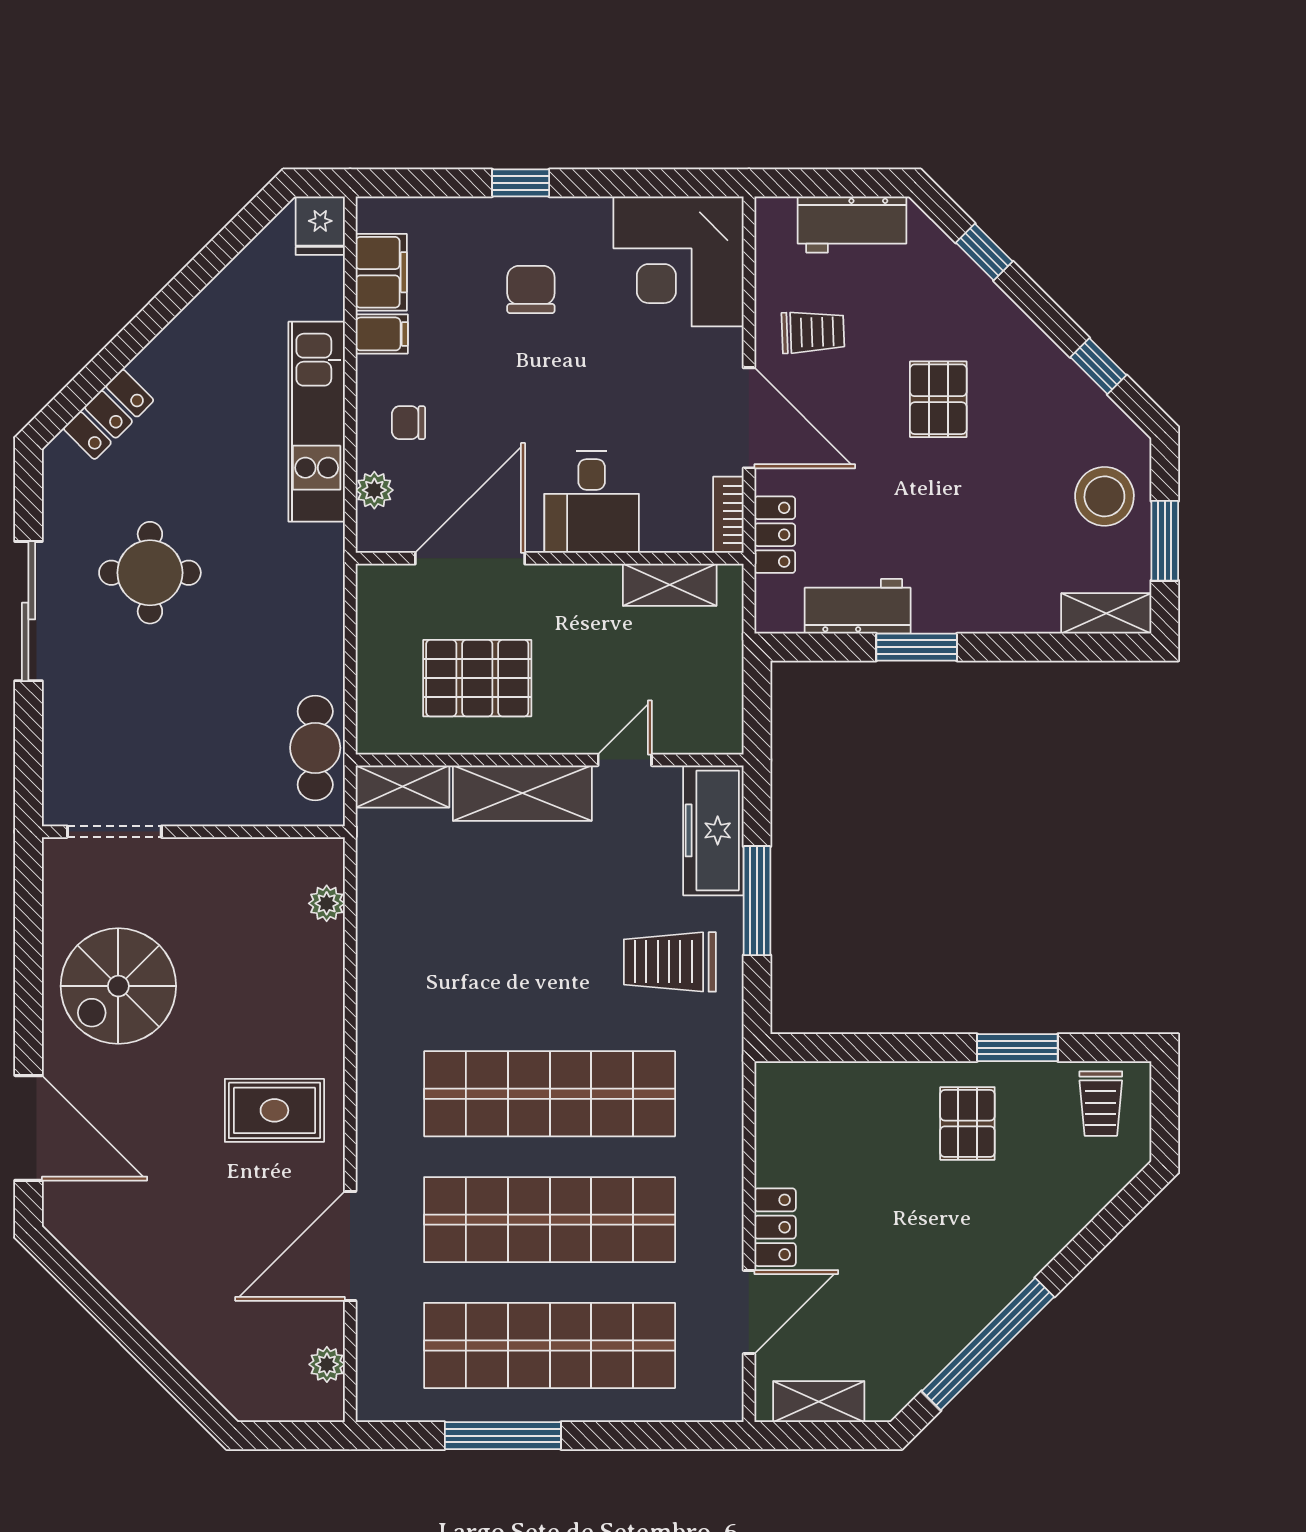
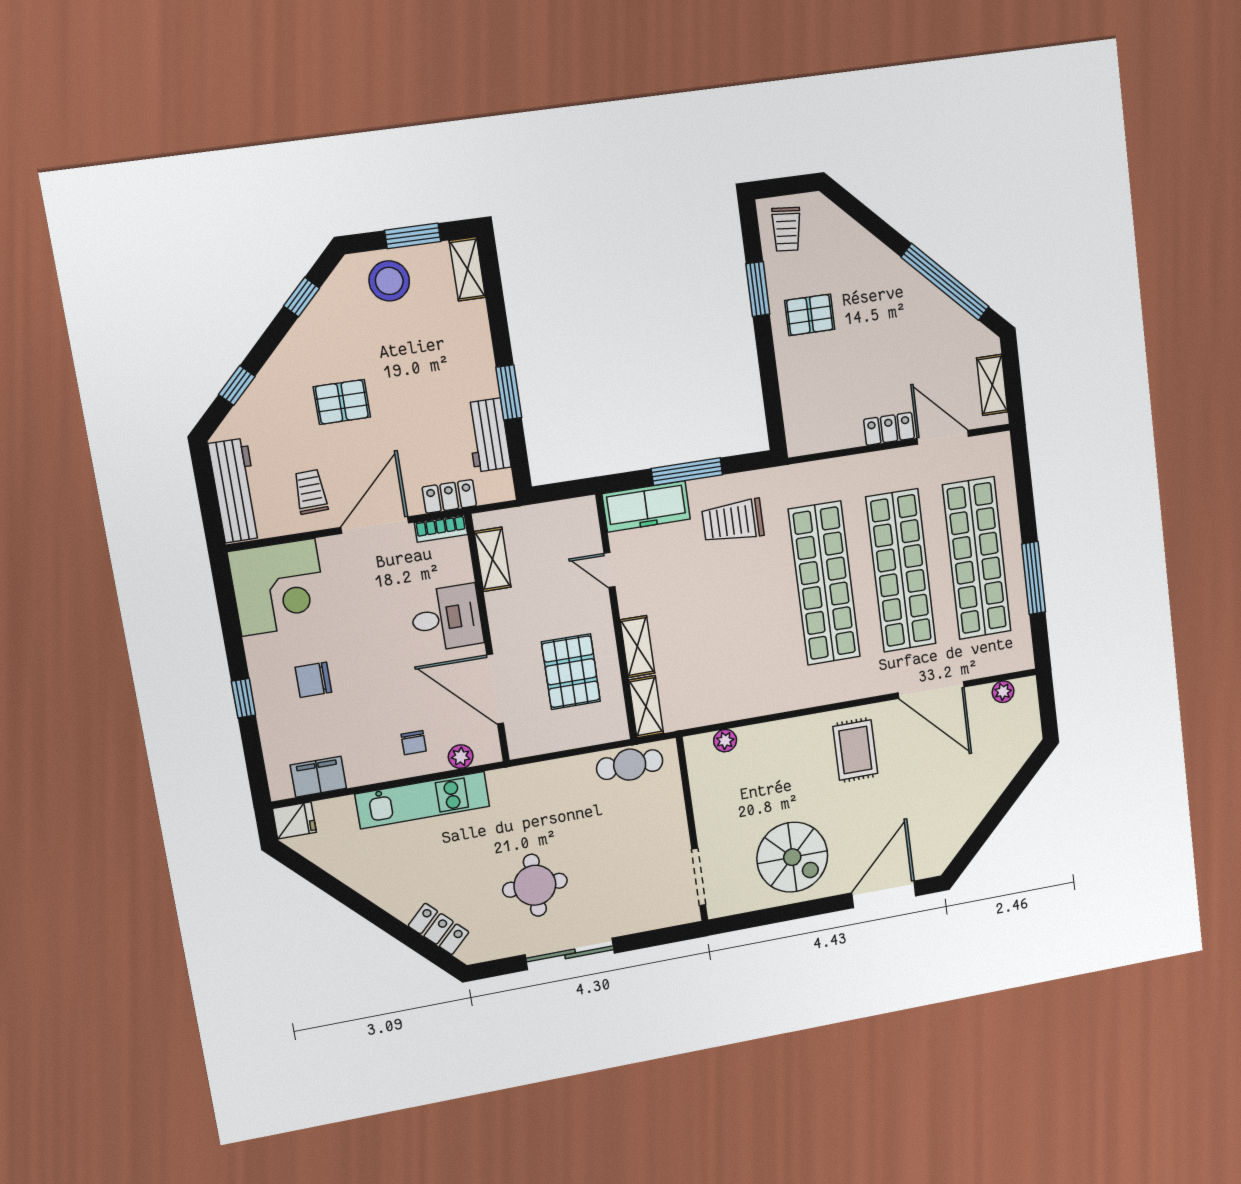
workbench: (852, 224) -> (236, 491), width x1.37
filing cabinet: (382, 334) -> (359, 769), removed
shelving: (522, 793) -> (637, 646), width x0.67, depth x0.75
trolley: (670, 962) -> (733, 521), turned 90
trolley: (1101, 1104) -> (786, 229), turned 95

